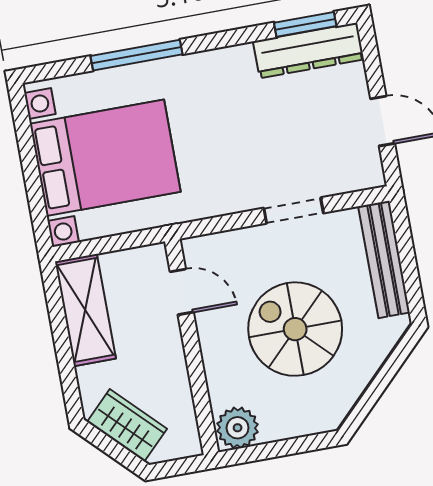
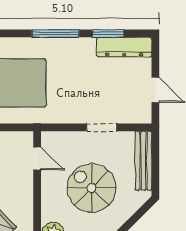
window: (305, 24) -> (108, 33), moved
window: (137, 55) -> (56, 33), moved

